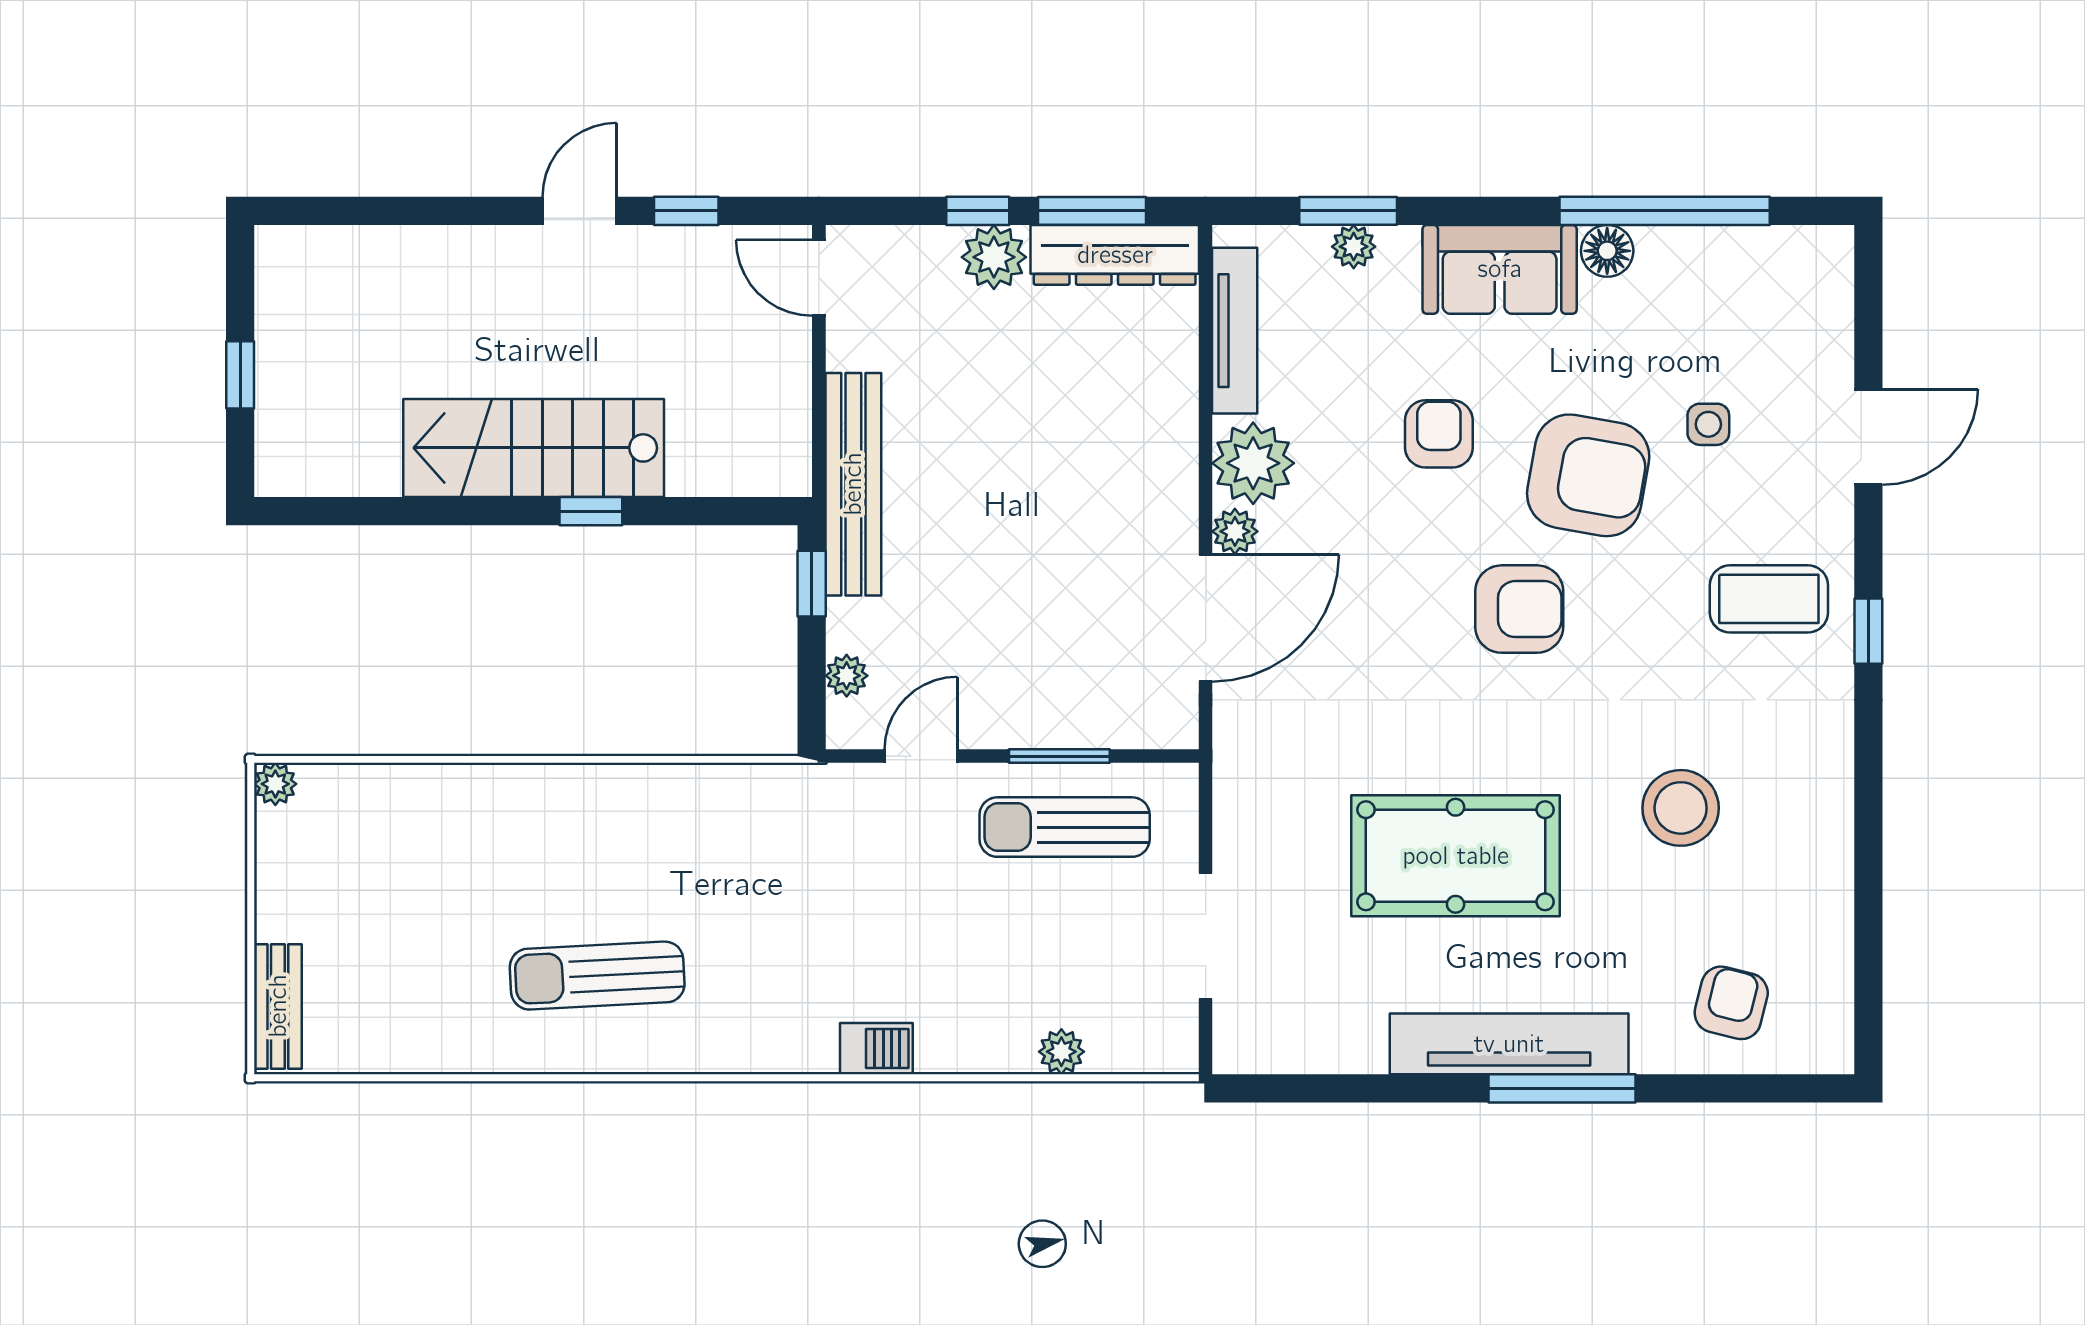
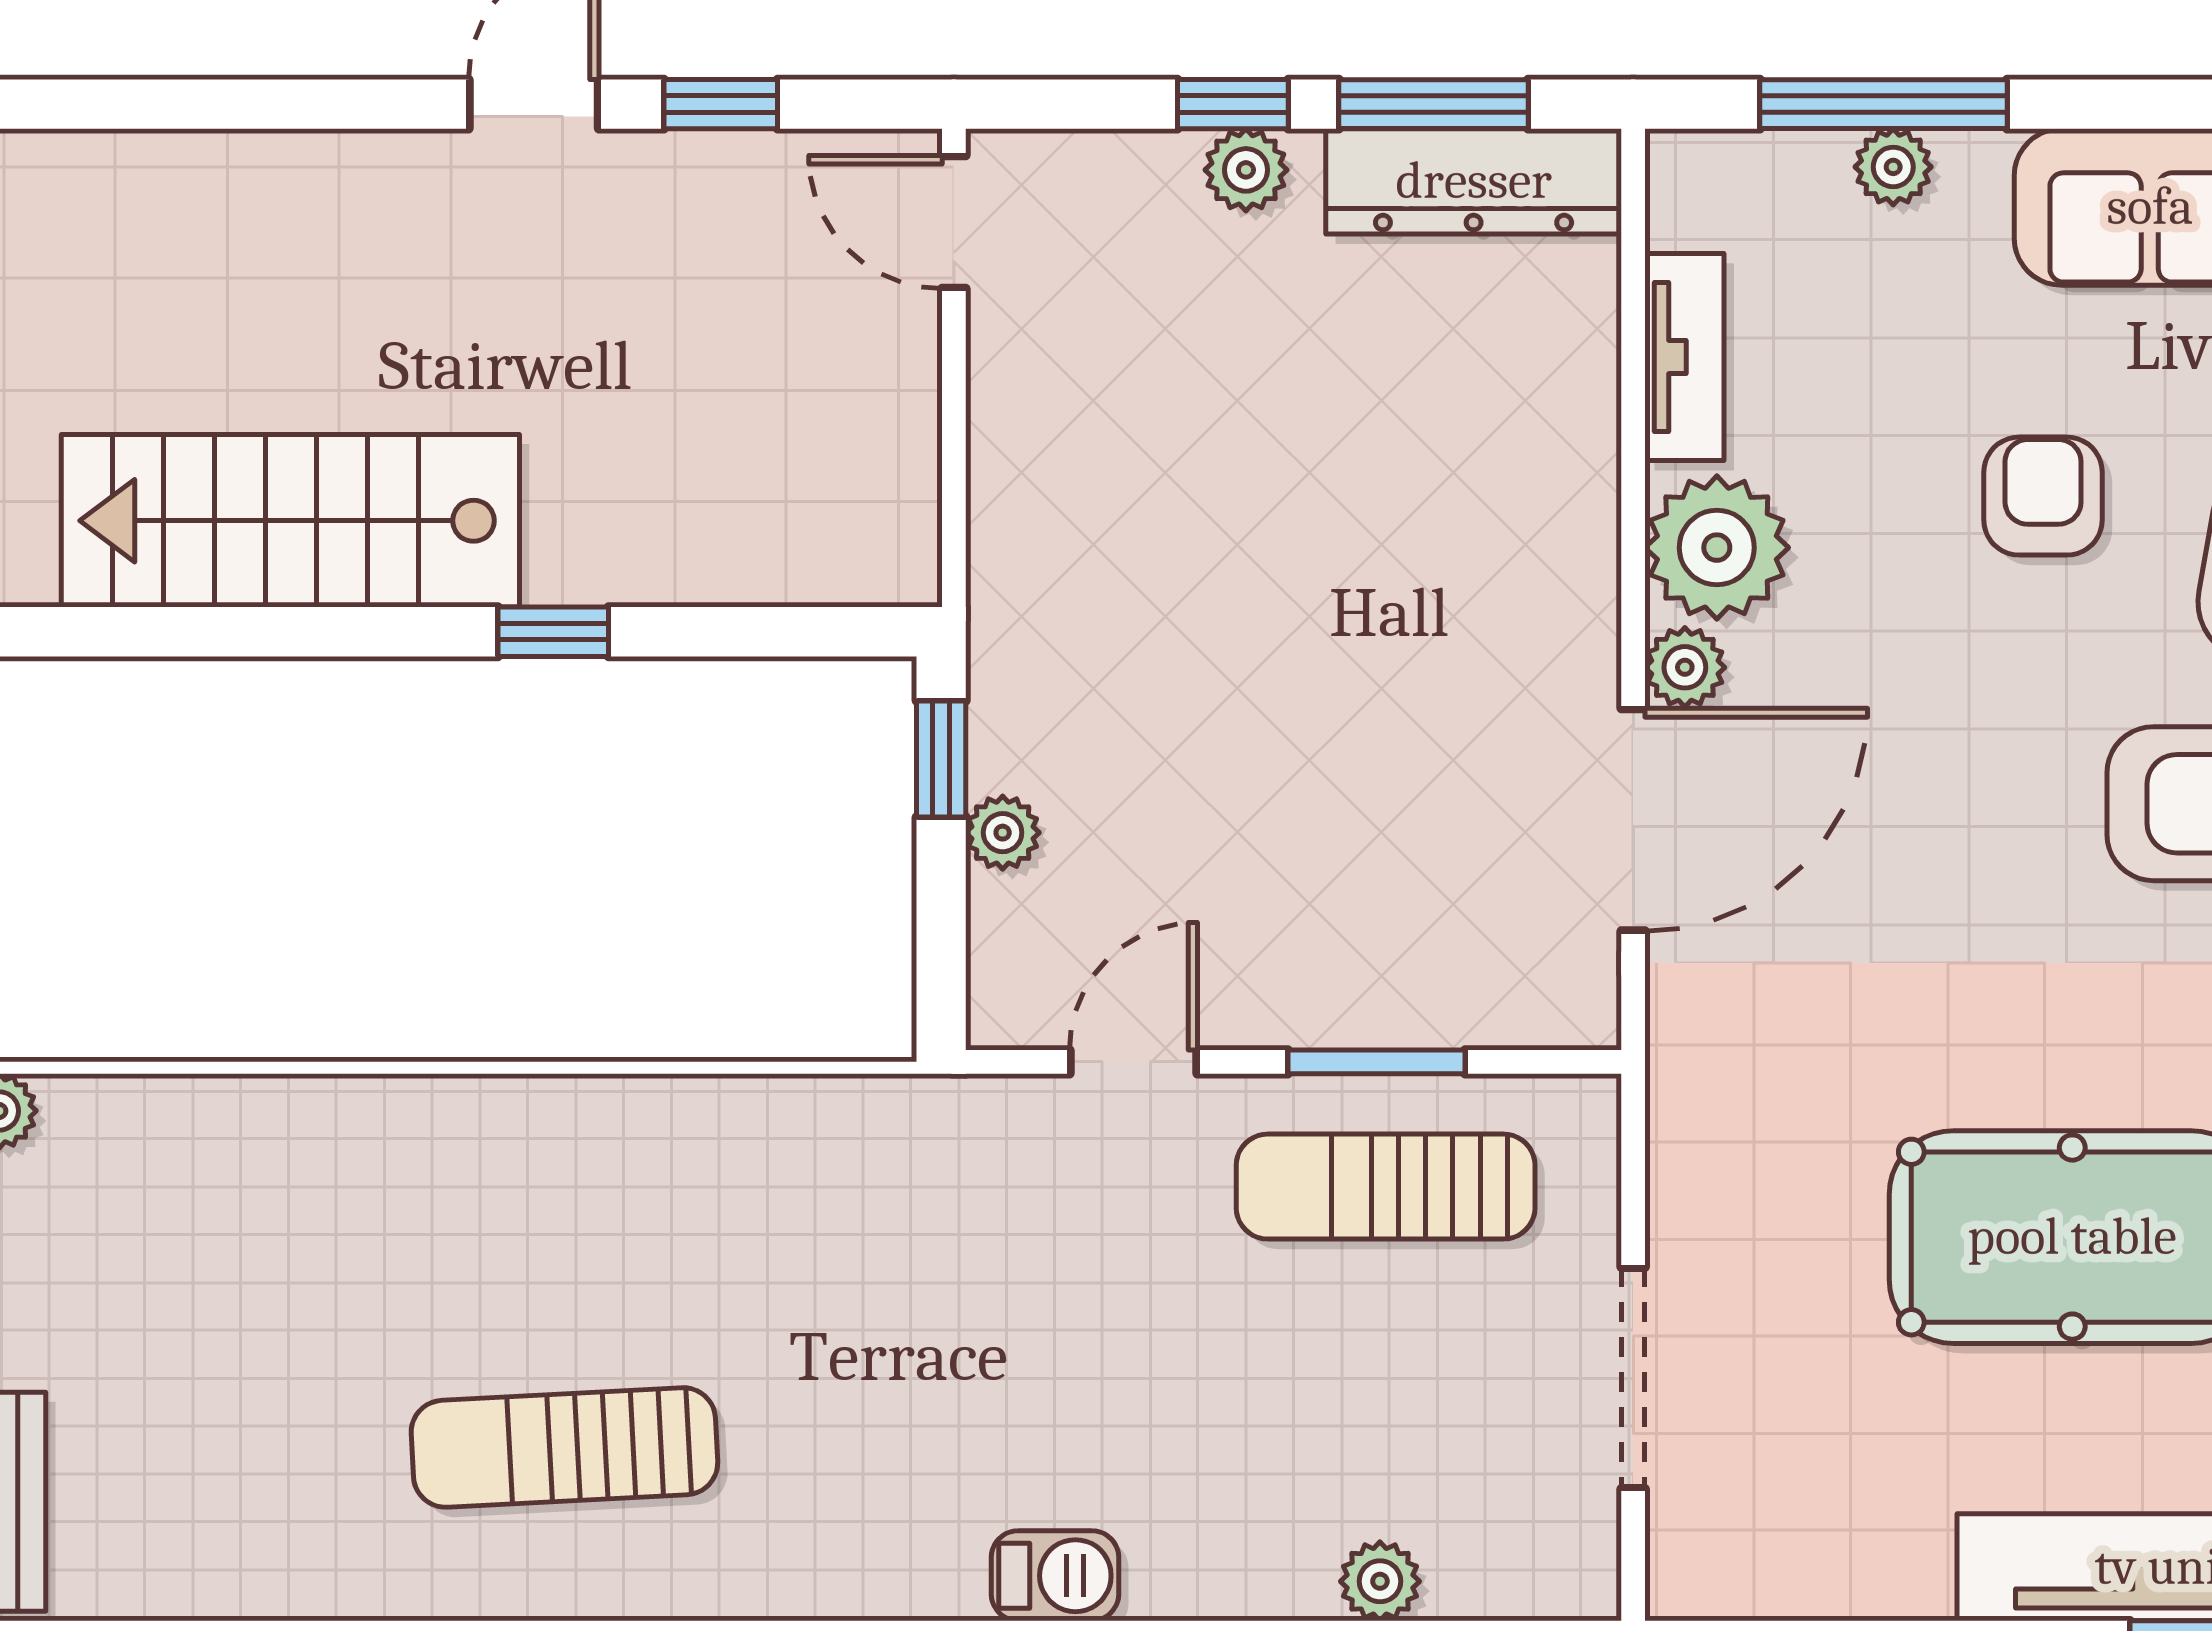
window: (1348, 211) -> (1883, 104), width x1.44
plant: (994, 257) -> (1246, 170), width x0.73, depth x0.73
tv unit: (1235, 331) -> (1684, 357), width x0.71
stairs: (534, 448) -> (290, 521), moved
bench: (853, 484) -> (1014, 584), removed
plant: (847, 676) -> (1003, 833), moved

